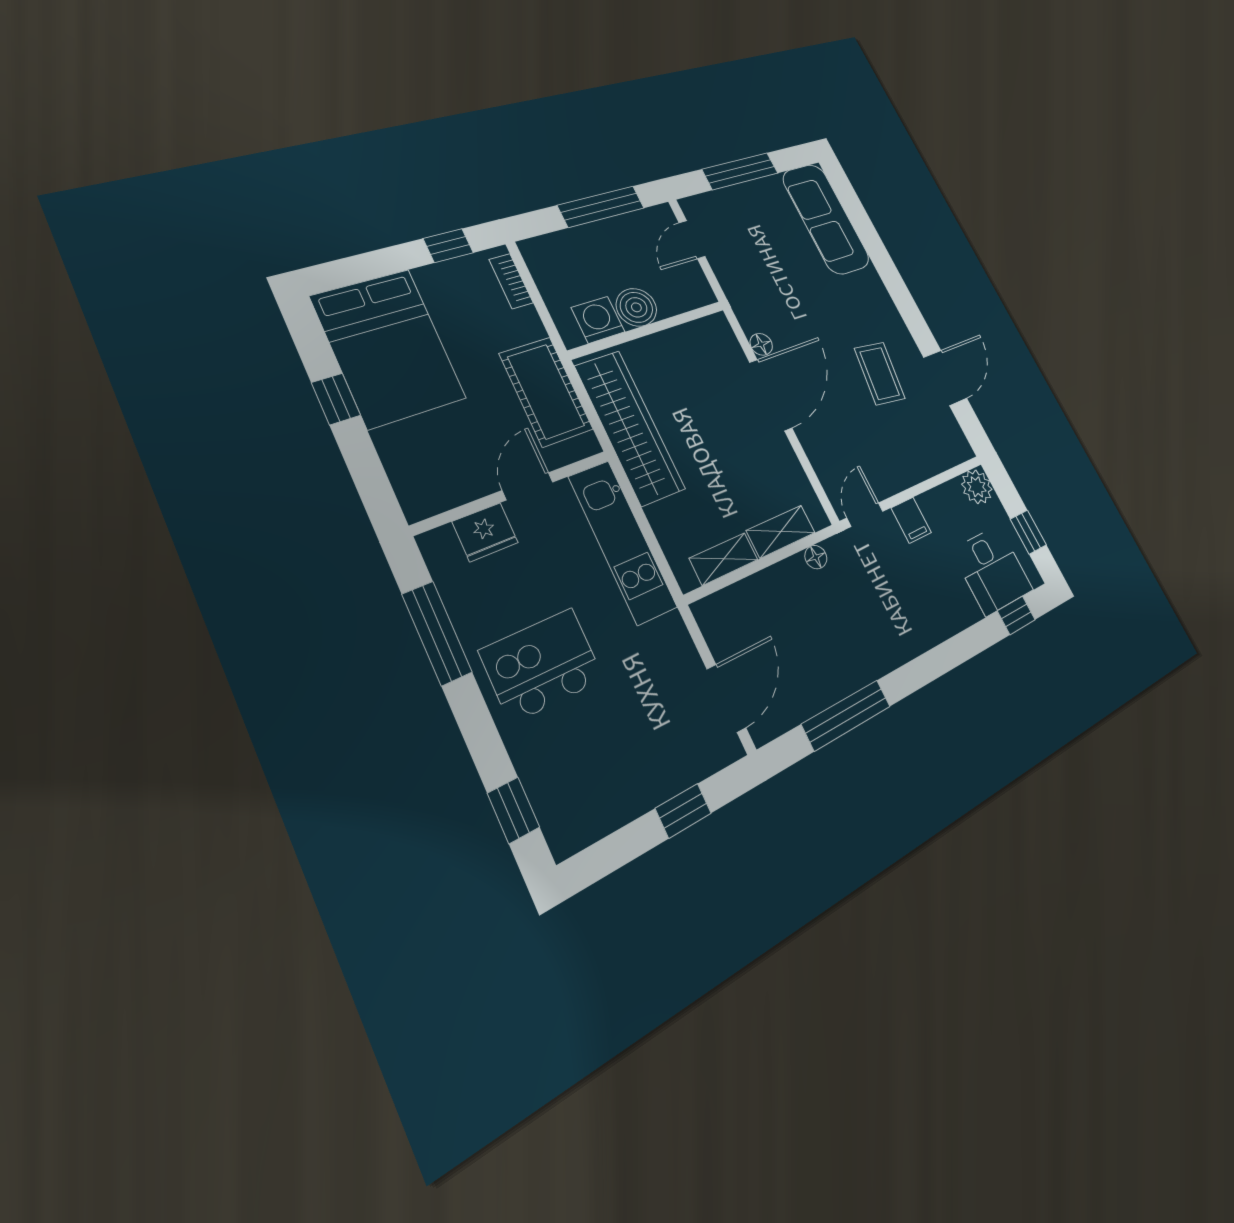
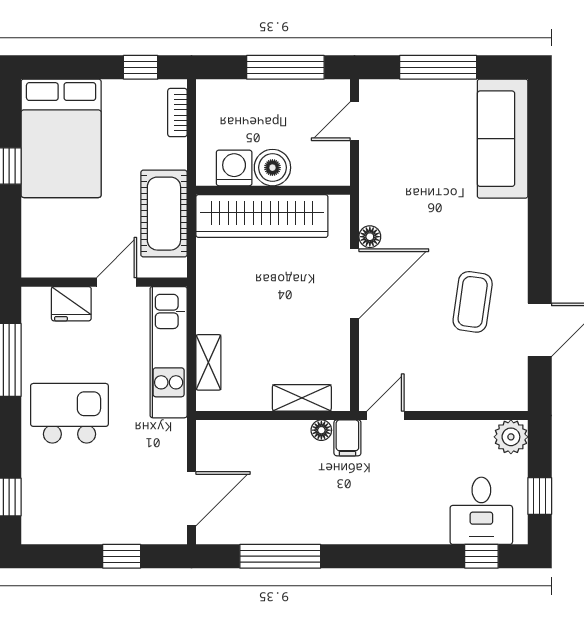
wardrobe: (630, 427) -> (262, 216), moved, turned 90
filing cabinet: (911, 520) -> (347, 438), moved
shelving: (724, 559) -> (208, 362), moved, turned 90

